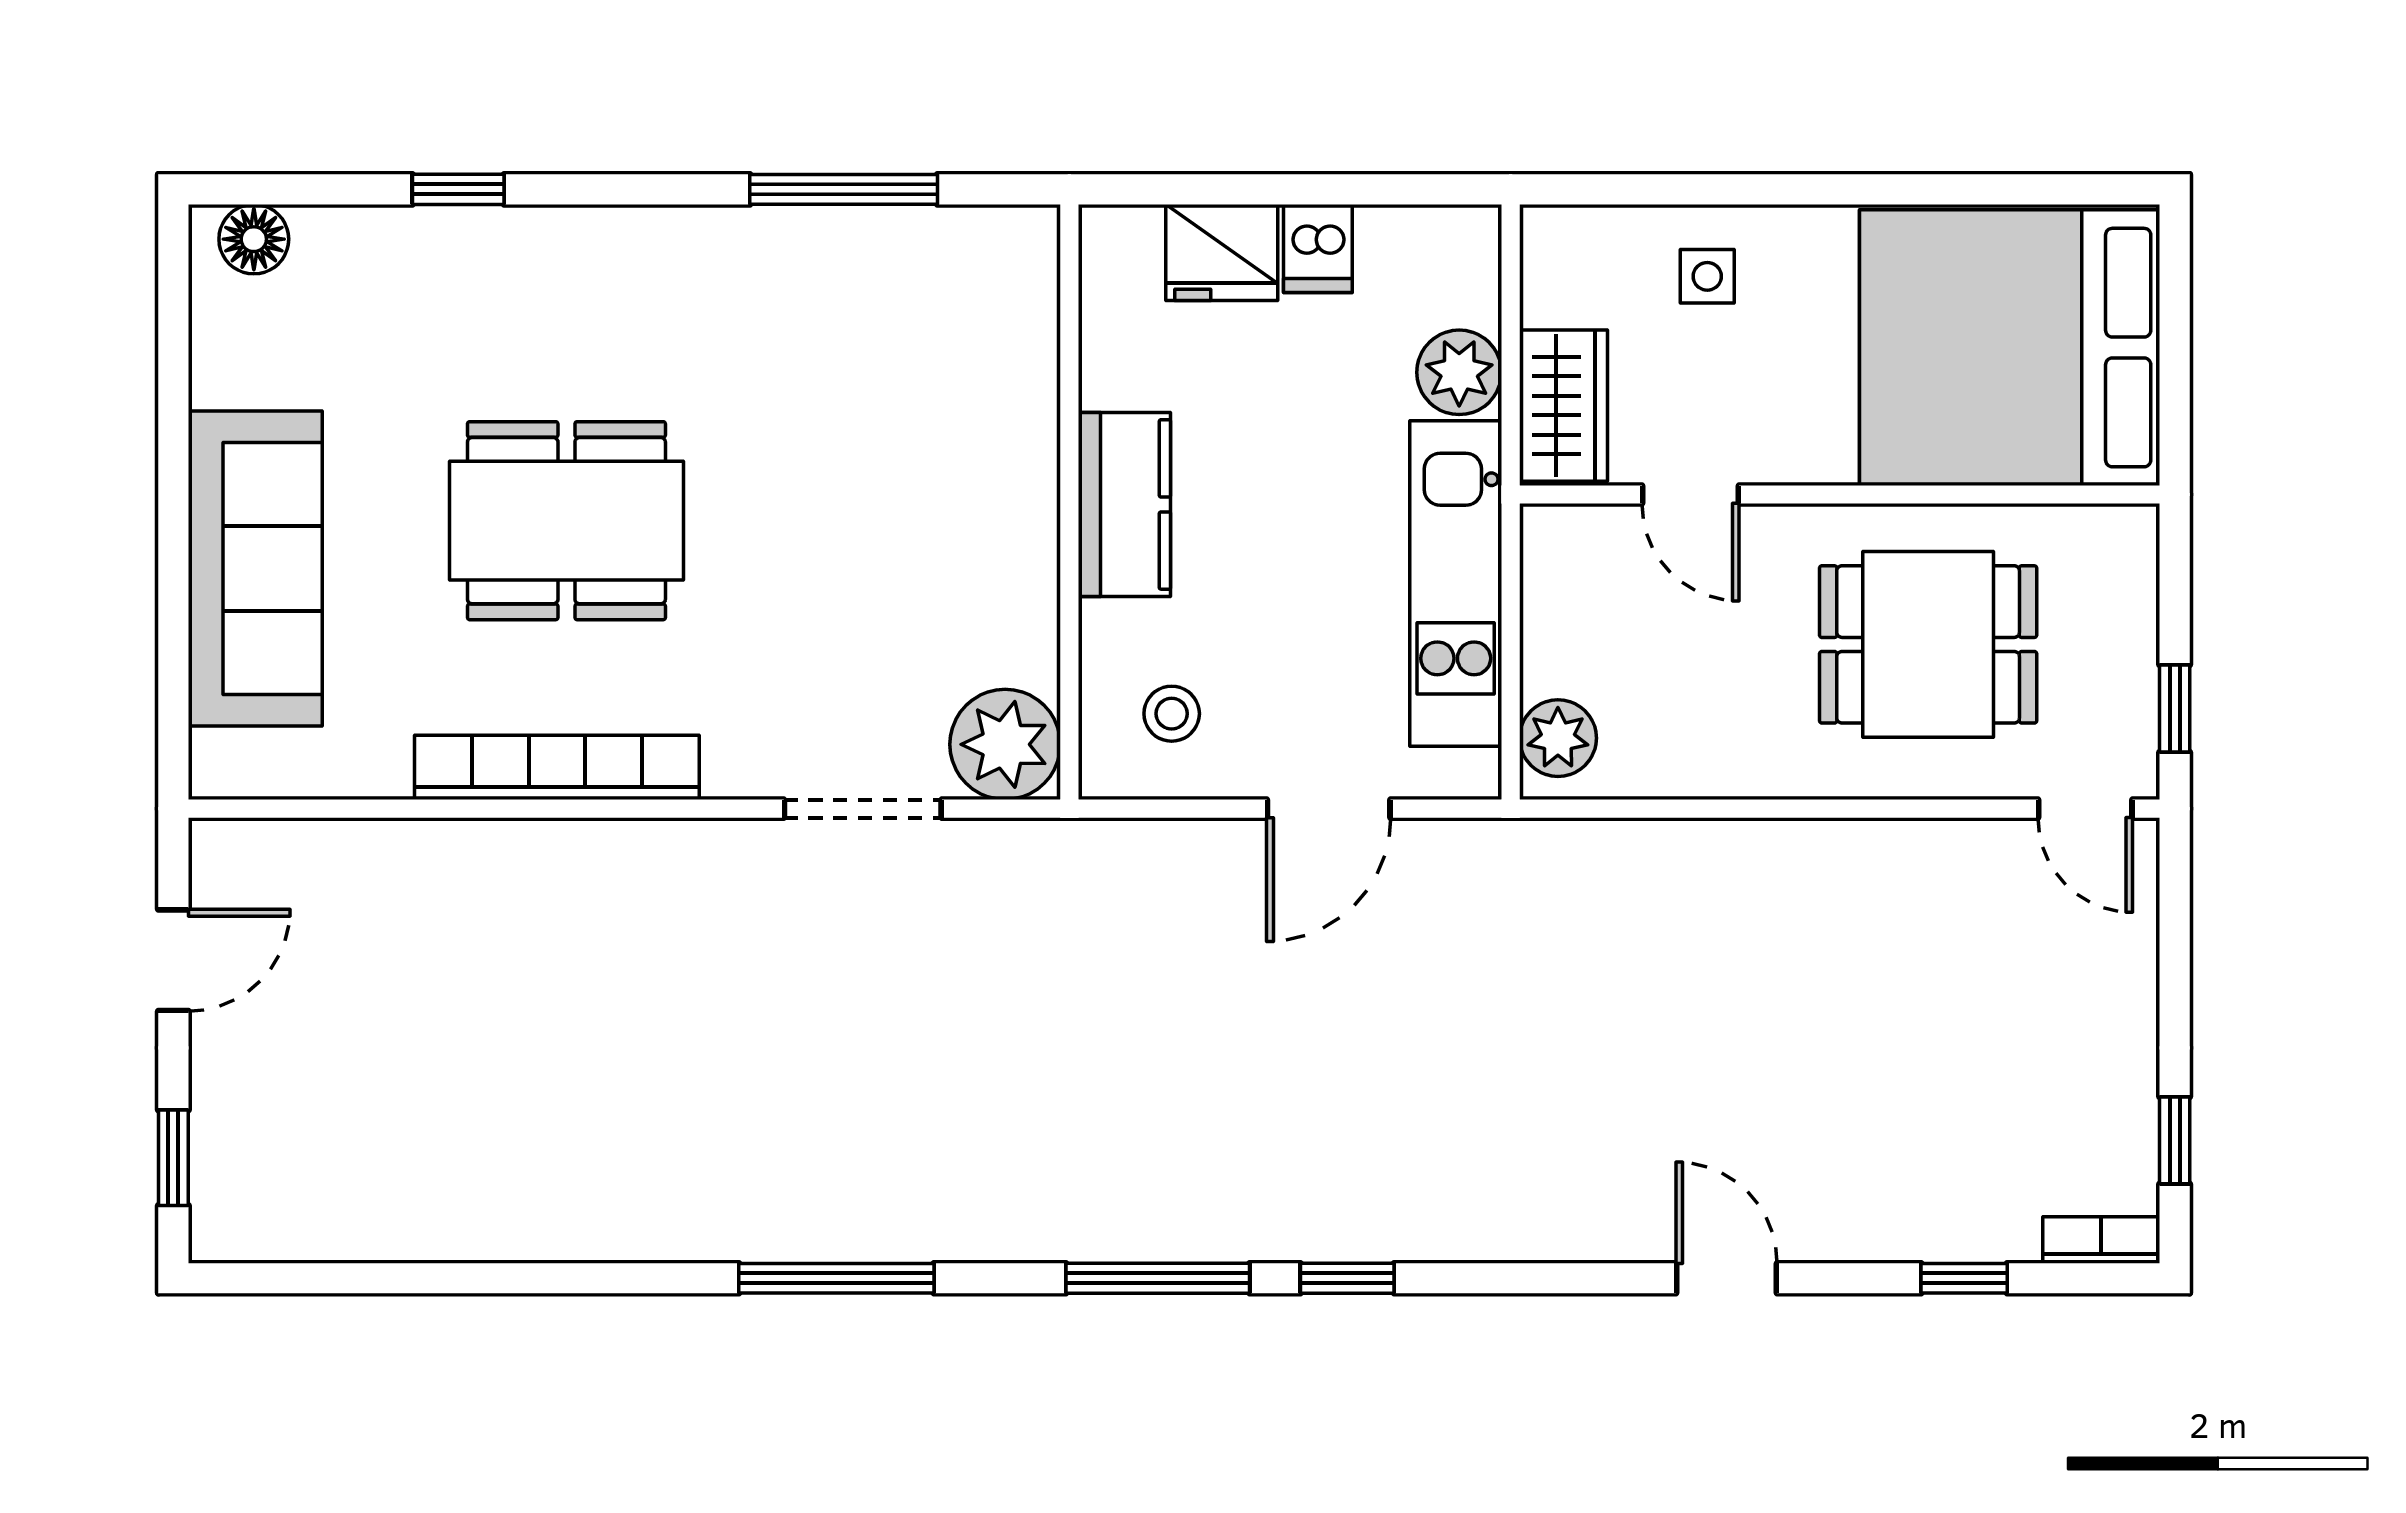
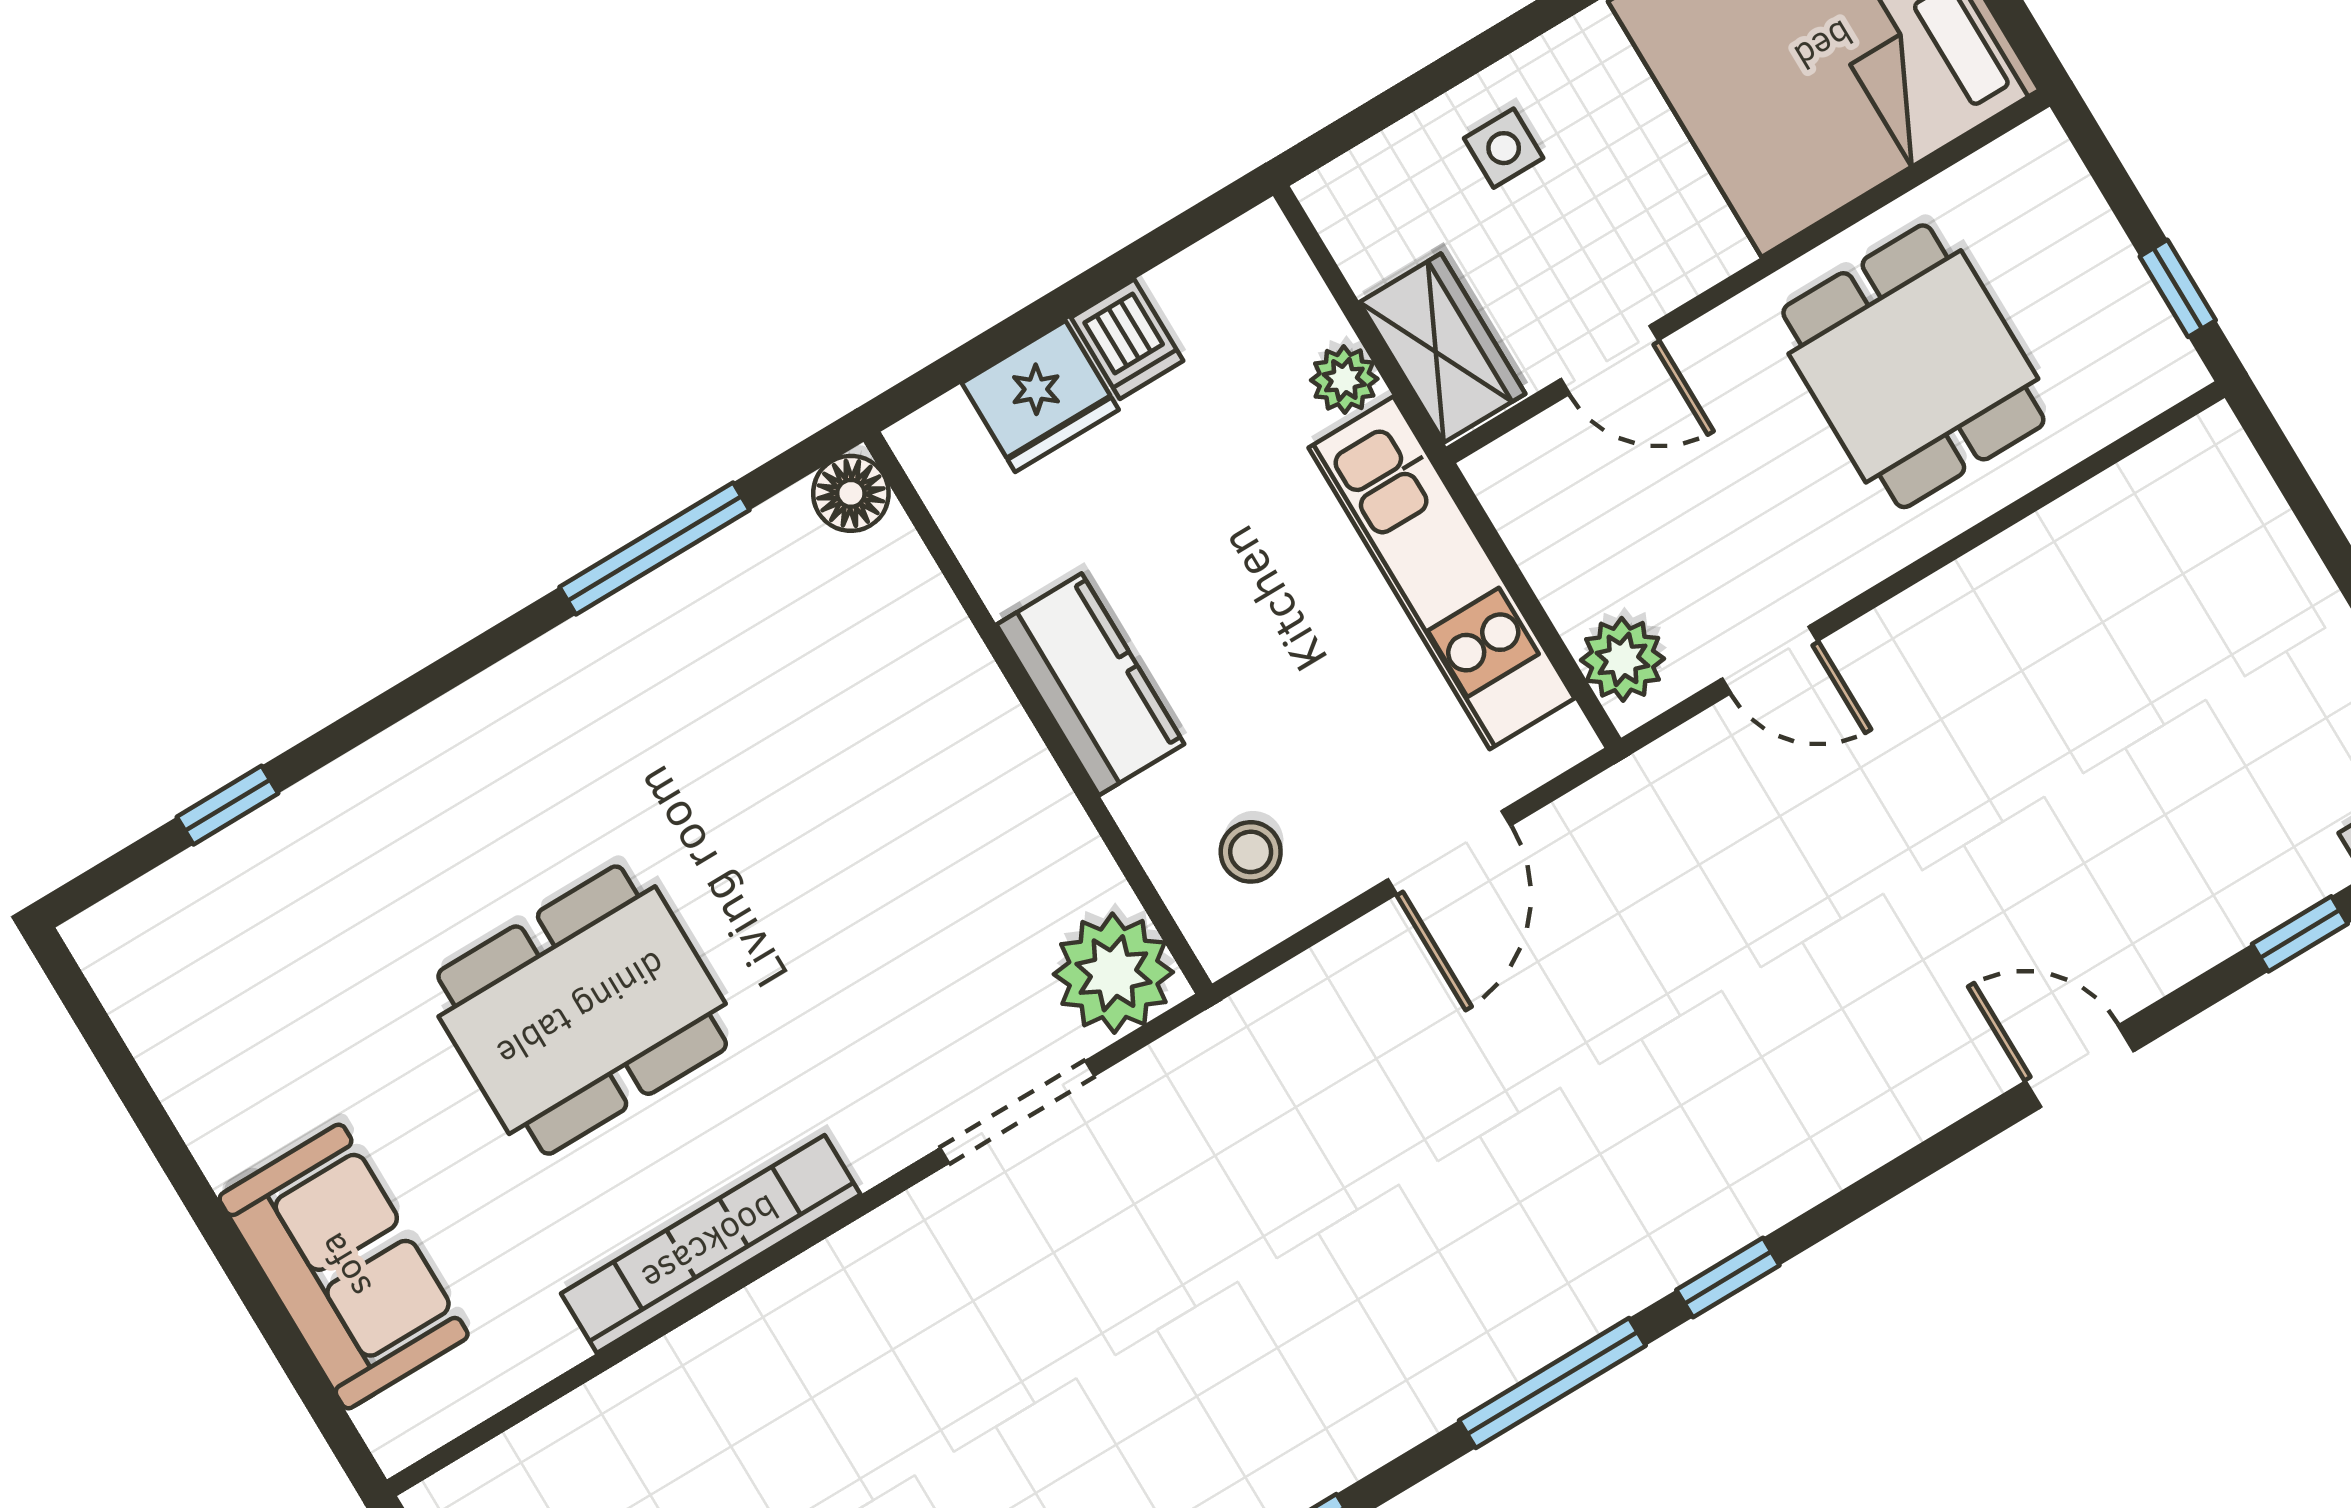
window: (458, 189) -> (228, 805), moved
floor lamp: (254, 239) -> (851, 493), moved
plant: (1459, 372) -> (1344, 380), width x0.73, depth x0.73
sofa: (255, 569) -> (344, 1266), width x0.73
dining table: (1928, 644) -> (1913, 366), turned 90
door: (2085, 809) -> (1770, 660), moved

